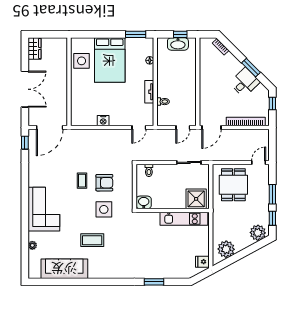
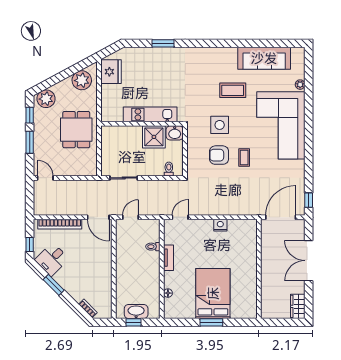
window: (136, 34) -> (211, 322), moved
side table: (82, 61) -> (245, 292), removed
desk: (245, 82) -> (52, 259), moved
door: (211, 128) -> (98, 217), swing flipped
door: (259, 162) -> (45, 178), swing flipped
dining table: (233, 185) -> (76, 130), moved
shower: (196, 199) -> (154, 137), moved
corner sofa: (44, 209) -> (281, 125), width x1.36, depth x1.36
kitchen unit: (184, 219) -> (150, 114), moved
fridge: (202, 262) -> (111, 72), width x1.88, depth x1.34

